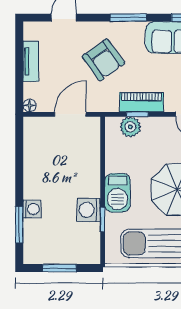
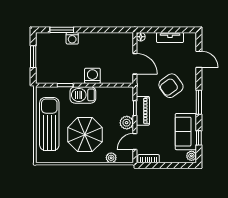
plant: (130, 127) -> (127, 123), moved
washing machine: (89, 210) -> (92, 76), moved

